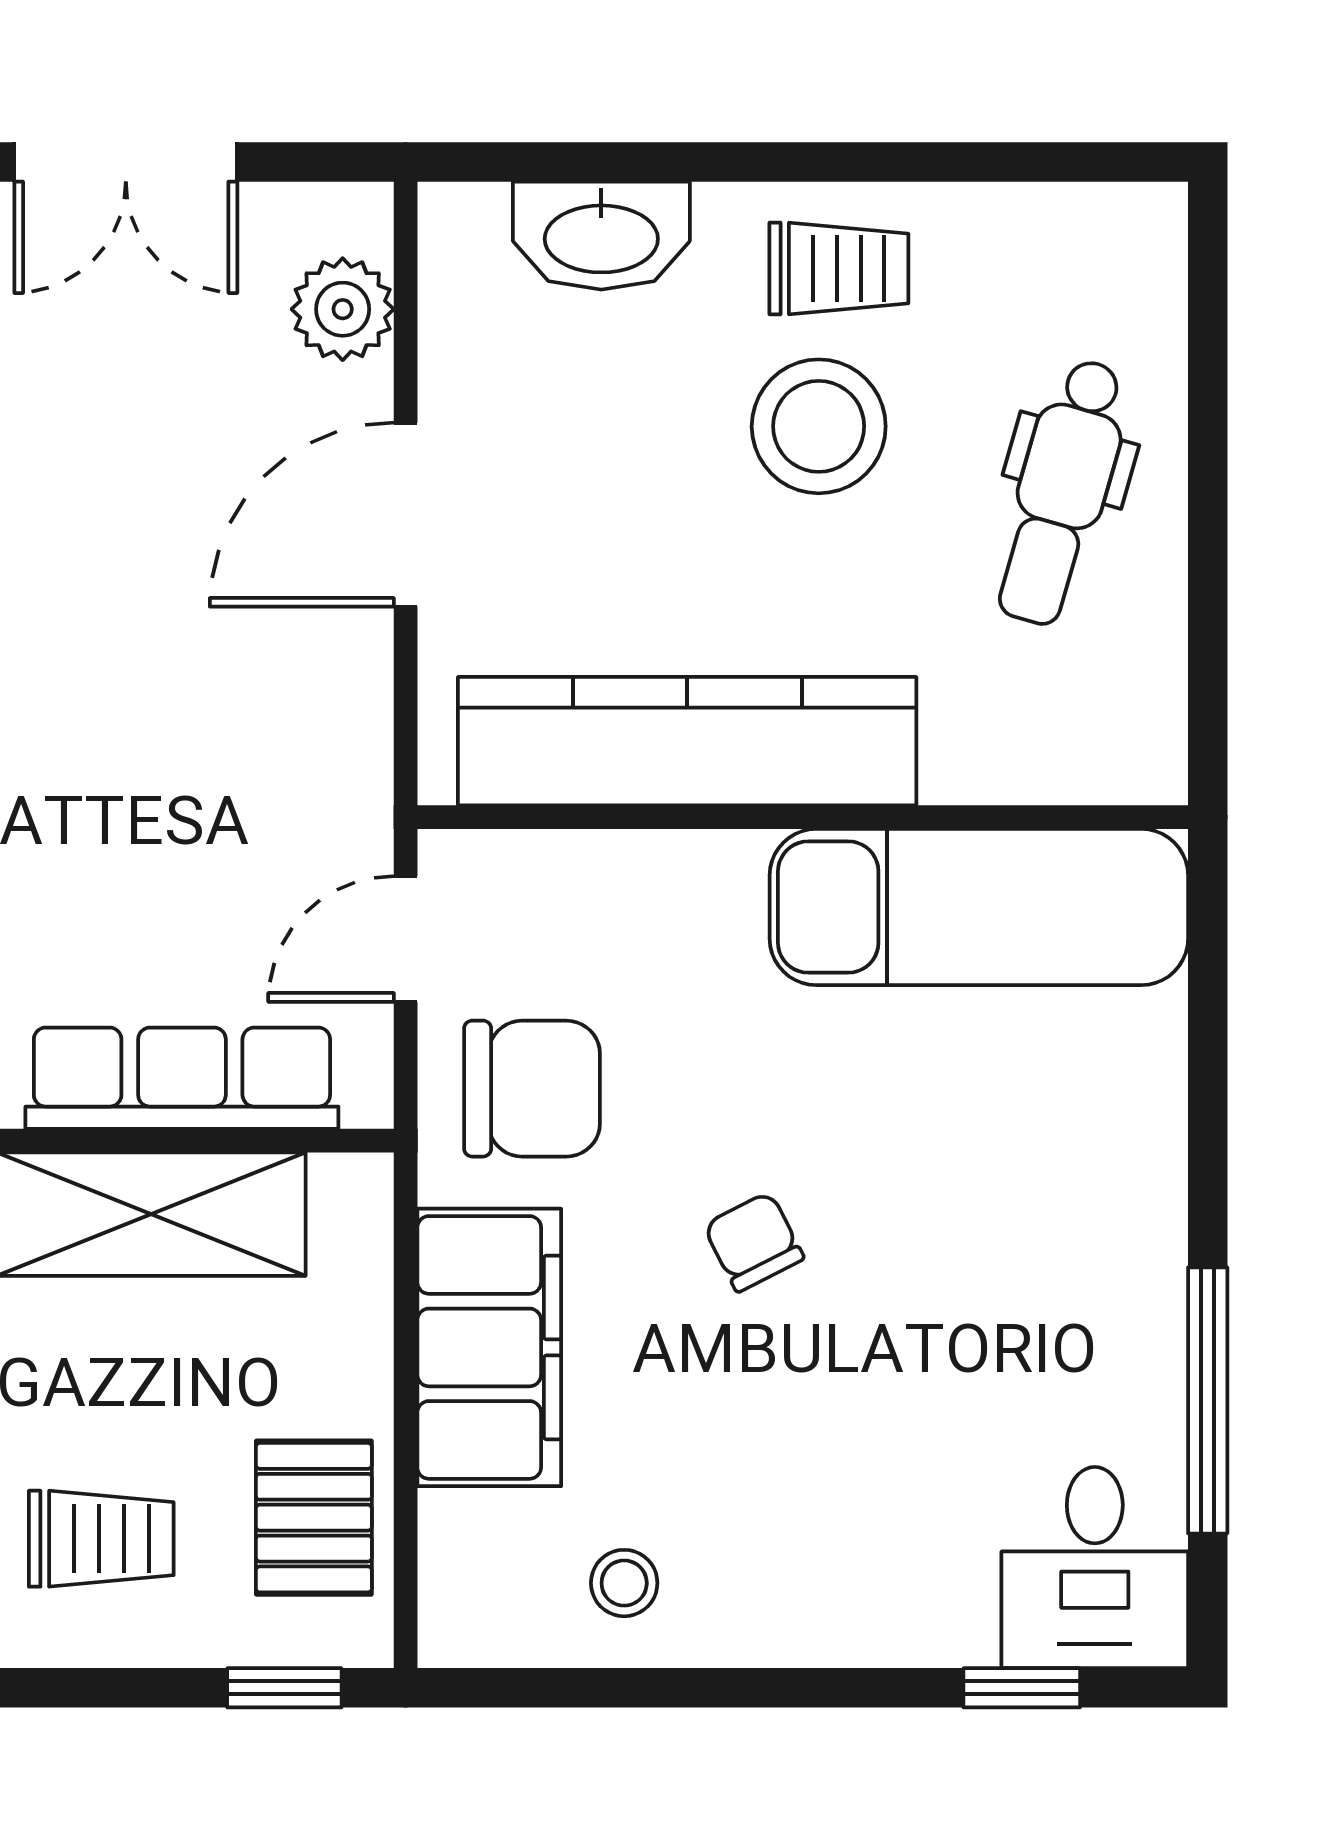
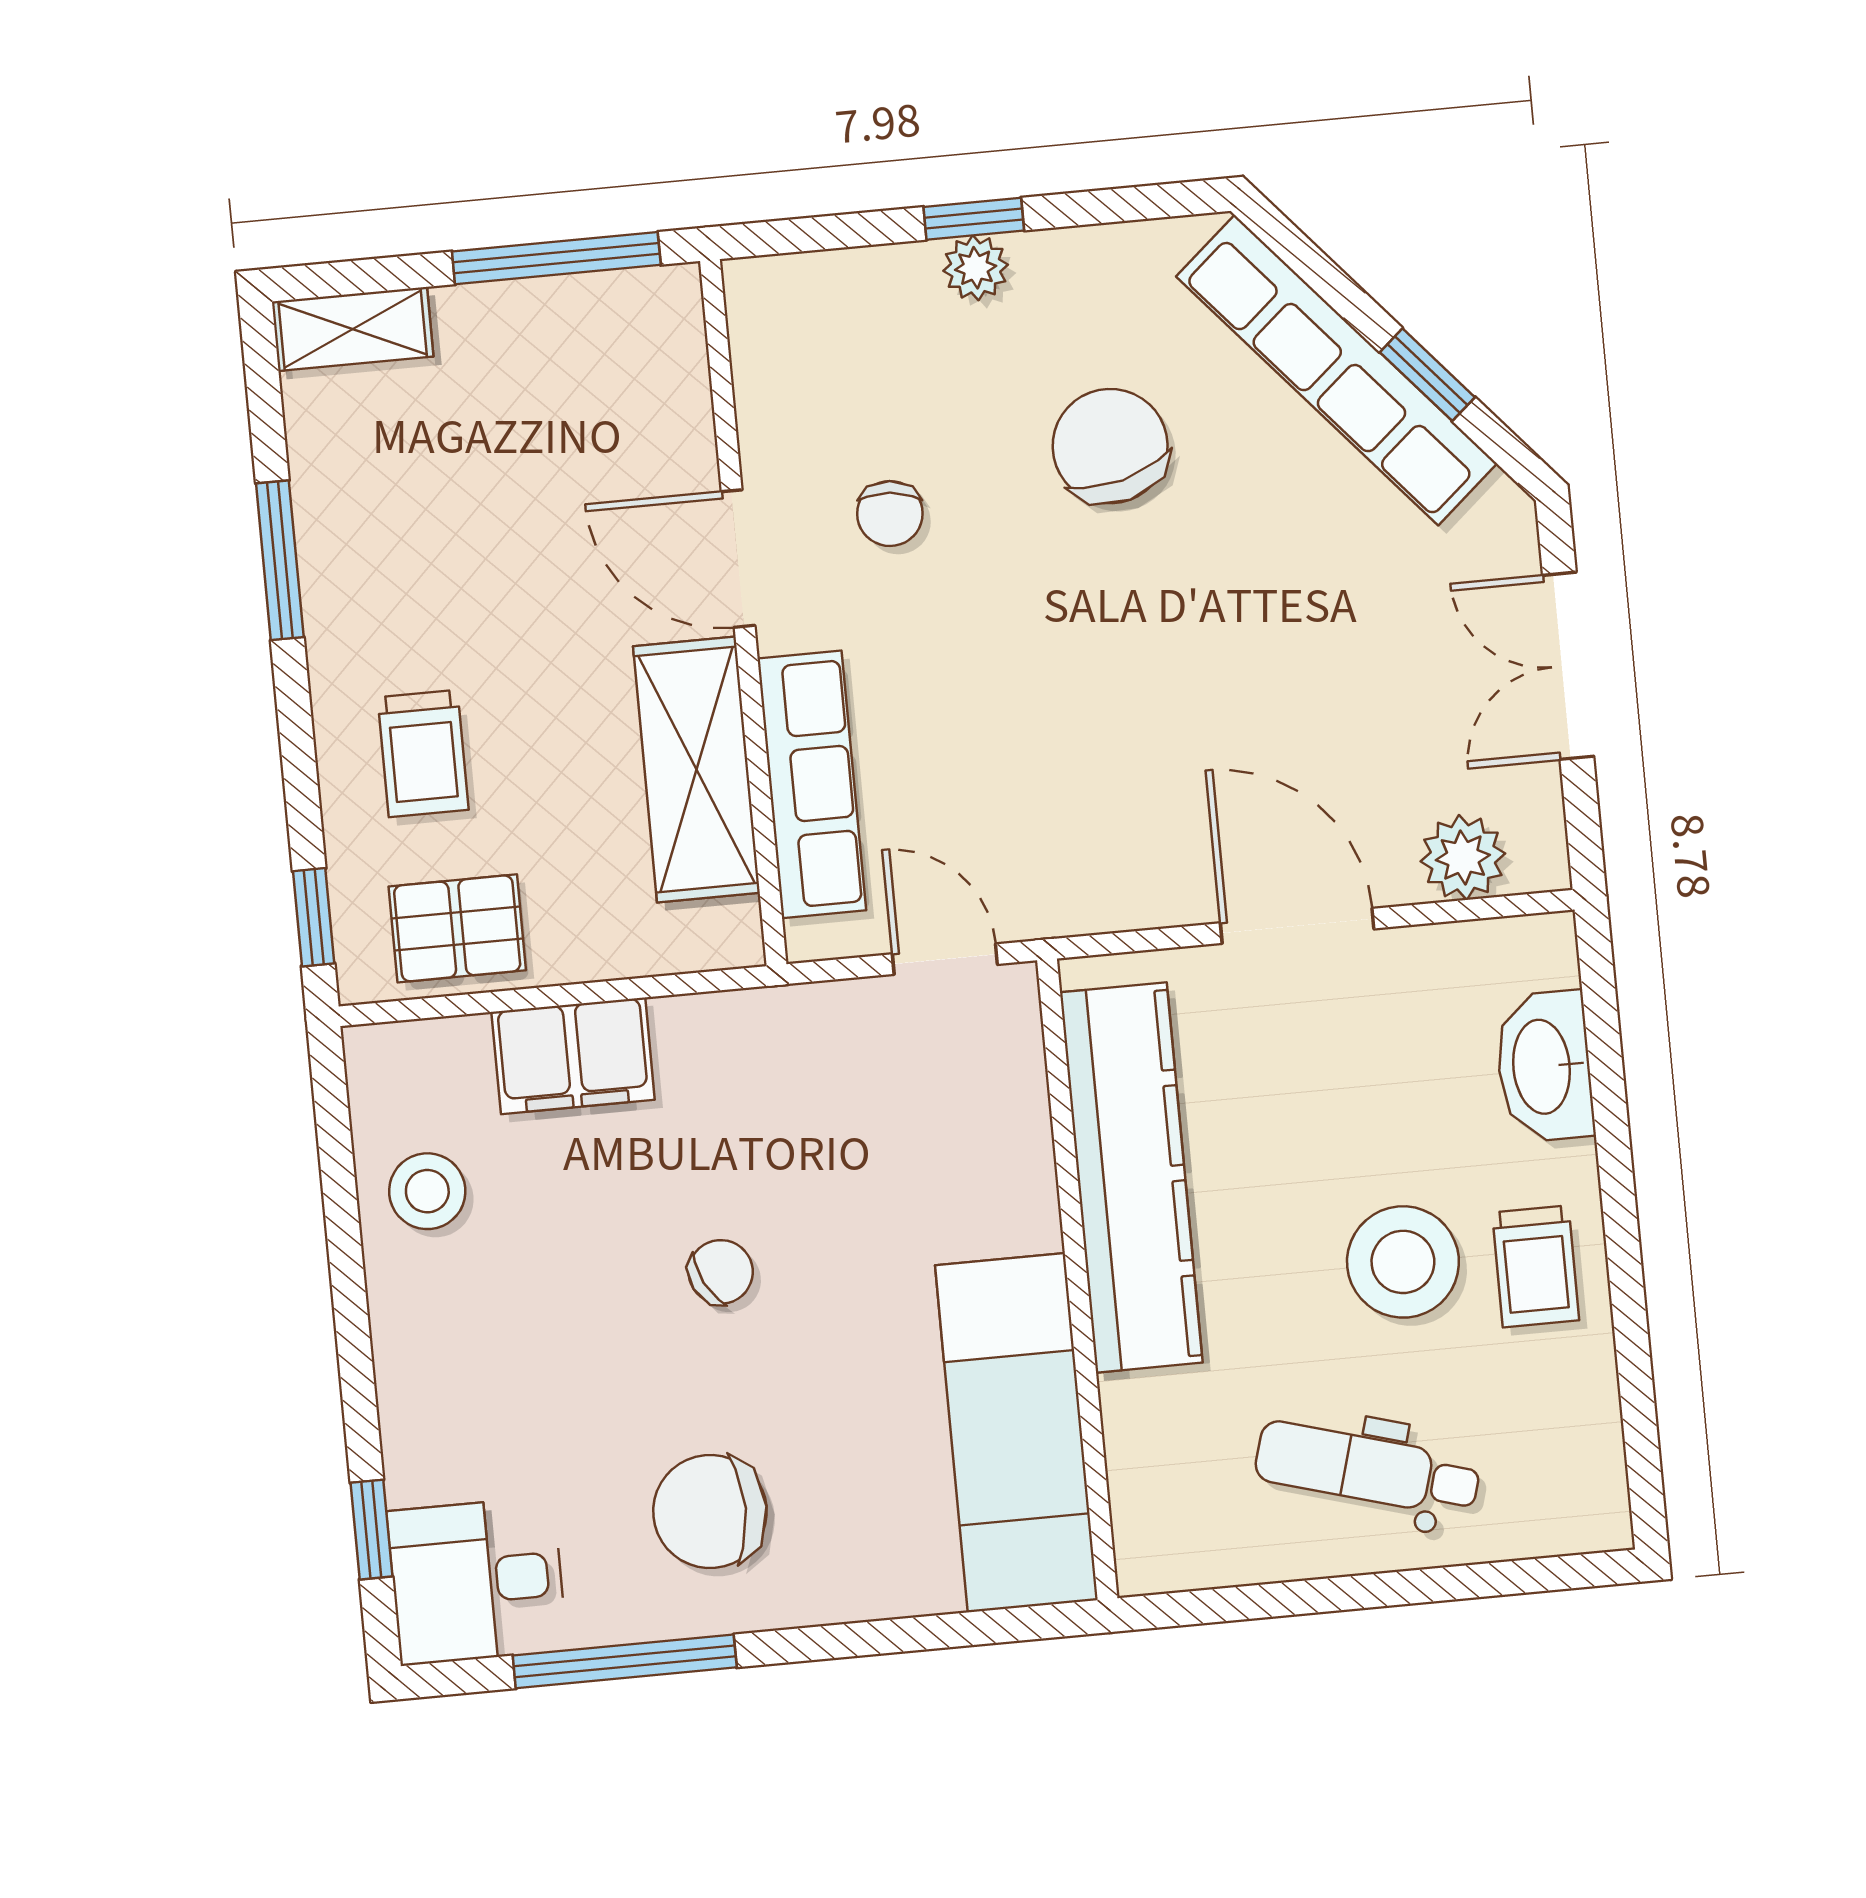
chair: (532, 1089) -> (710, 1512), moved, turned 90
filing cabinet: (489, 1347) -> (573, 1056), width x0.67, depth x0.86
stool: (624, 1583) -> (427, 1191), width x1.37, depth x1.37

